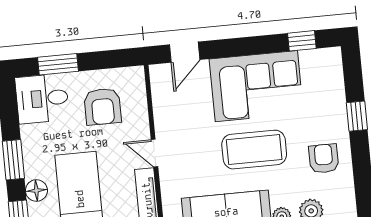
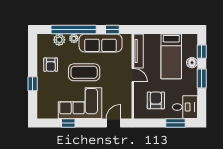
window: (302, 41) -> (68, 123), moved

